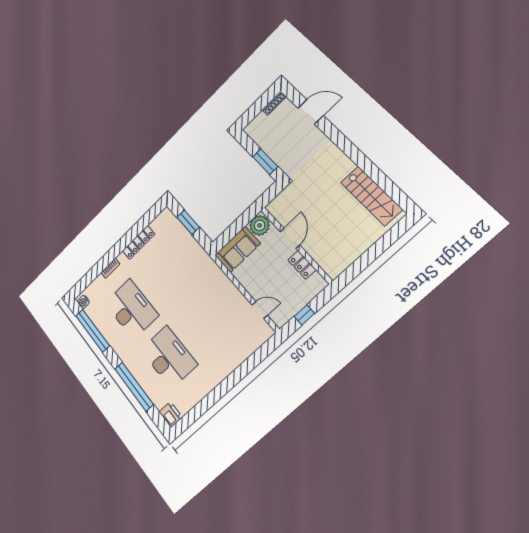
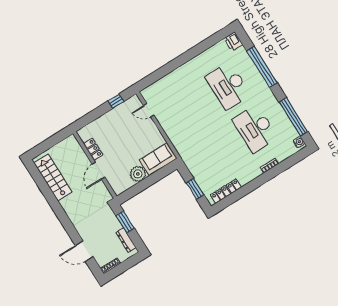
dresser: (260, 140) -> (126, 240), added
door: (290, 238) -> (98, 171), moved
locker: (139, 242) -> (226, 191), moved
wall: (296, 245) -> (95, 165), moved
locker: (302, 265) -> (93, 149), moved

